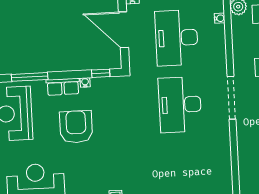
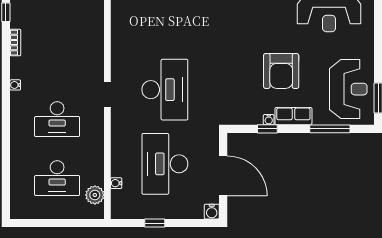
desk: (177, 38) -> (165, 164), turned 180
window: (101, 73) -> (267, 129), moved
doorway: (231, 98) -> (107, 94), width x0.53

